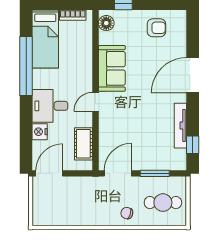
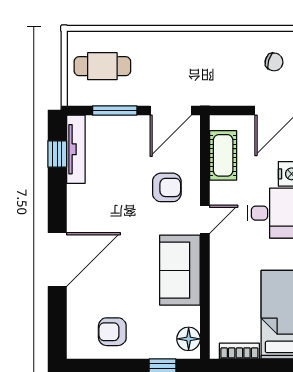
armchair: (121, 123) -> (167, 187), added
tv unit: (180, 126) -> (76, 149), moved
chair: (127, 213) -> (274, 62), moved

